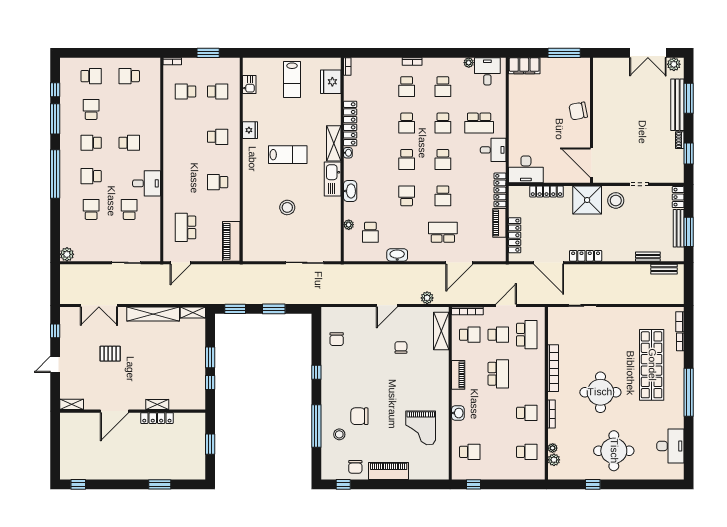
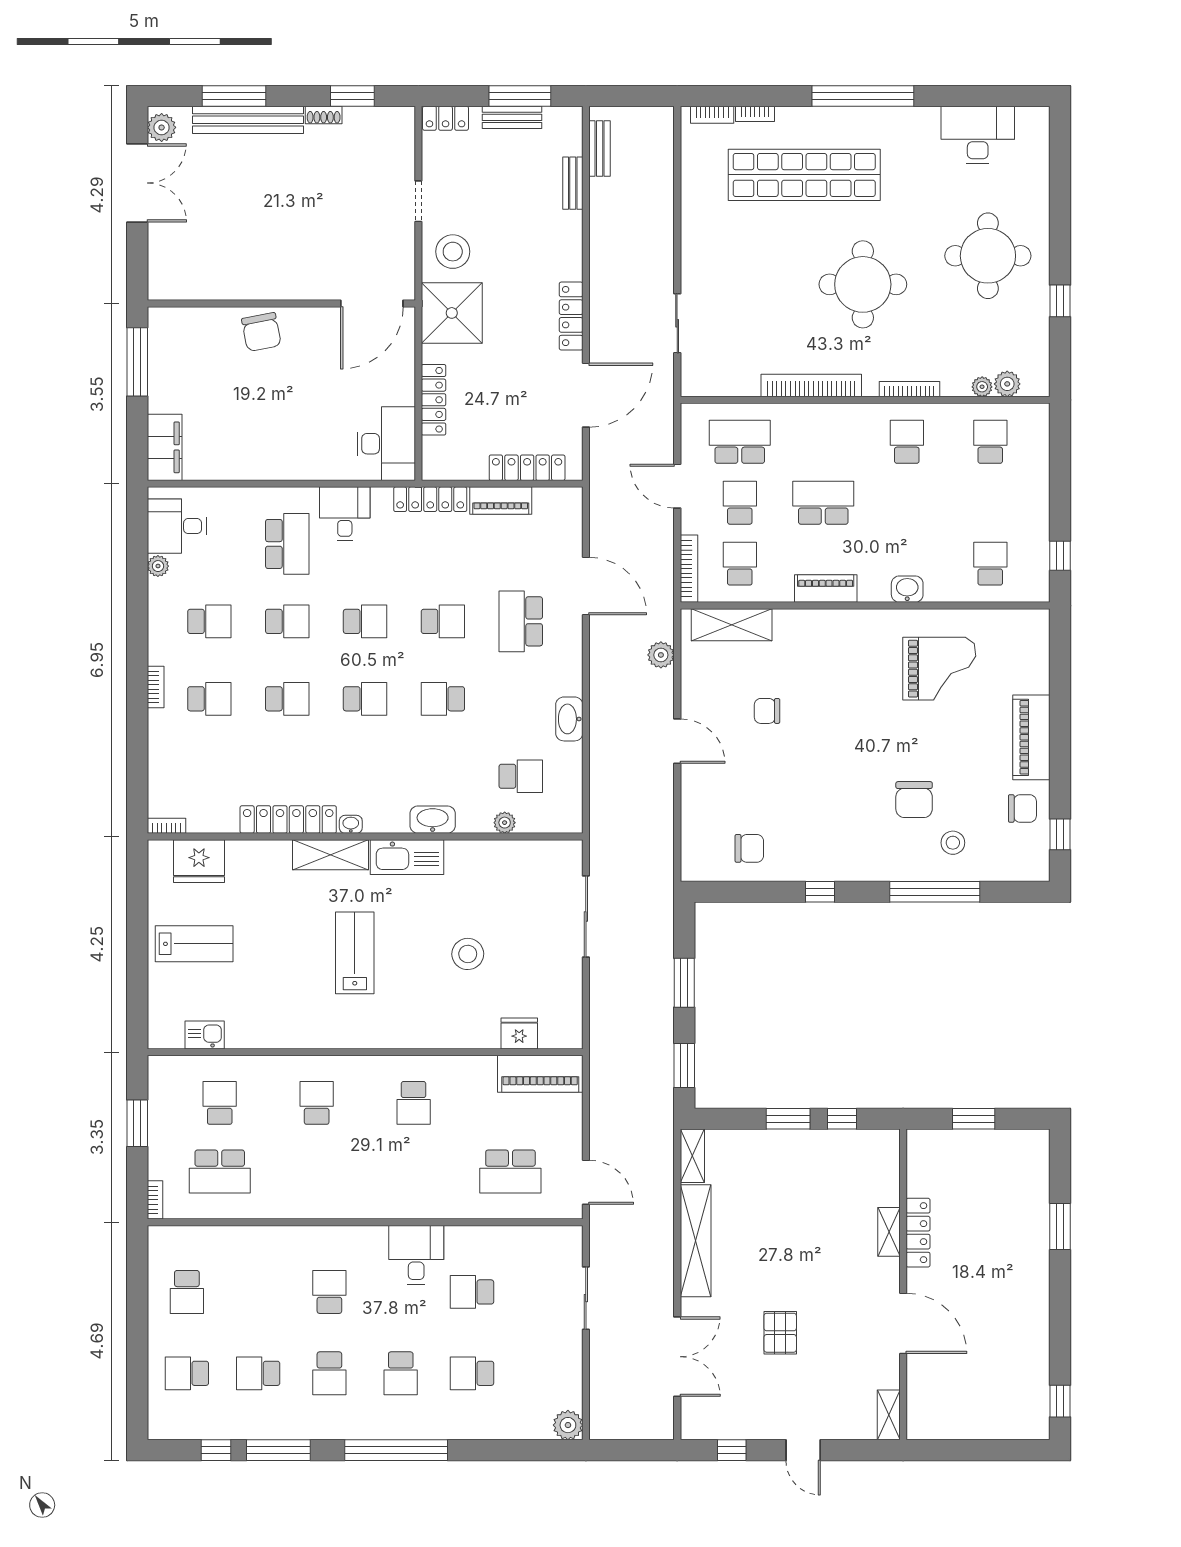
school desk: (91, 76) -> (187, 1373), turned -90
school desk: (186, 91) -> (220, 1172), width x1.85
fridge: (250, 130) -> (519, 1034), moved
bench: (679, 228) -> (512, 117), width x0.73

